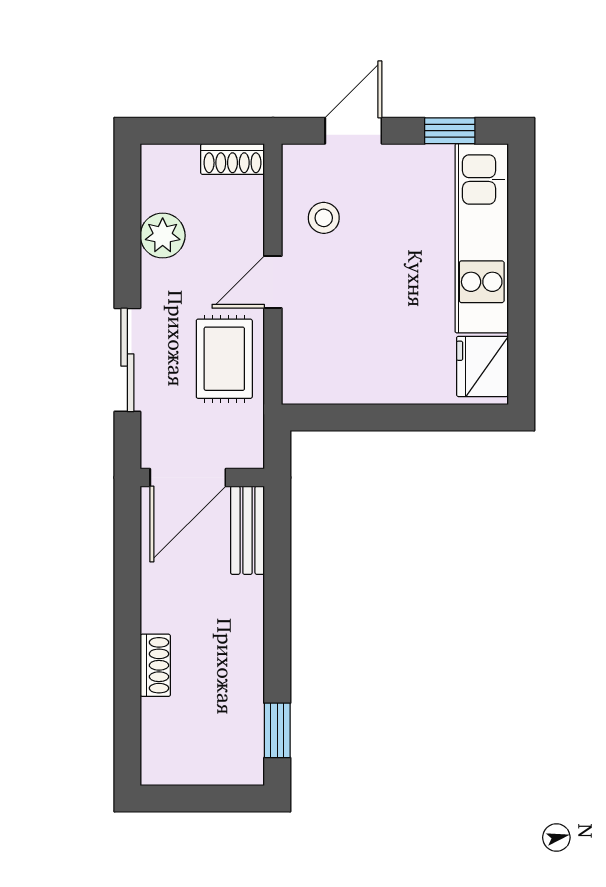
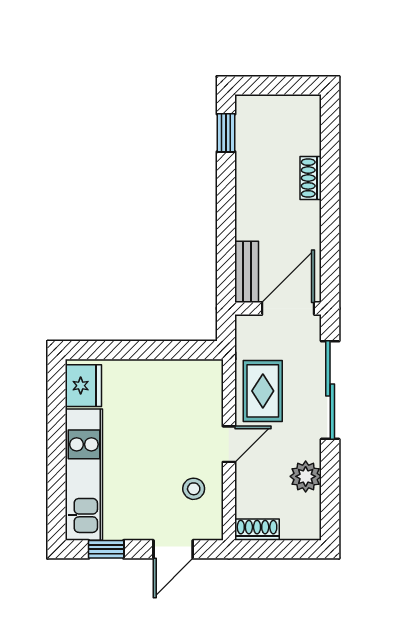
sliding door: (127, 360) -> (330, 390), width x1.37

